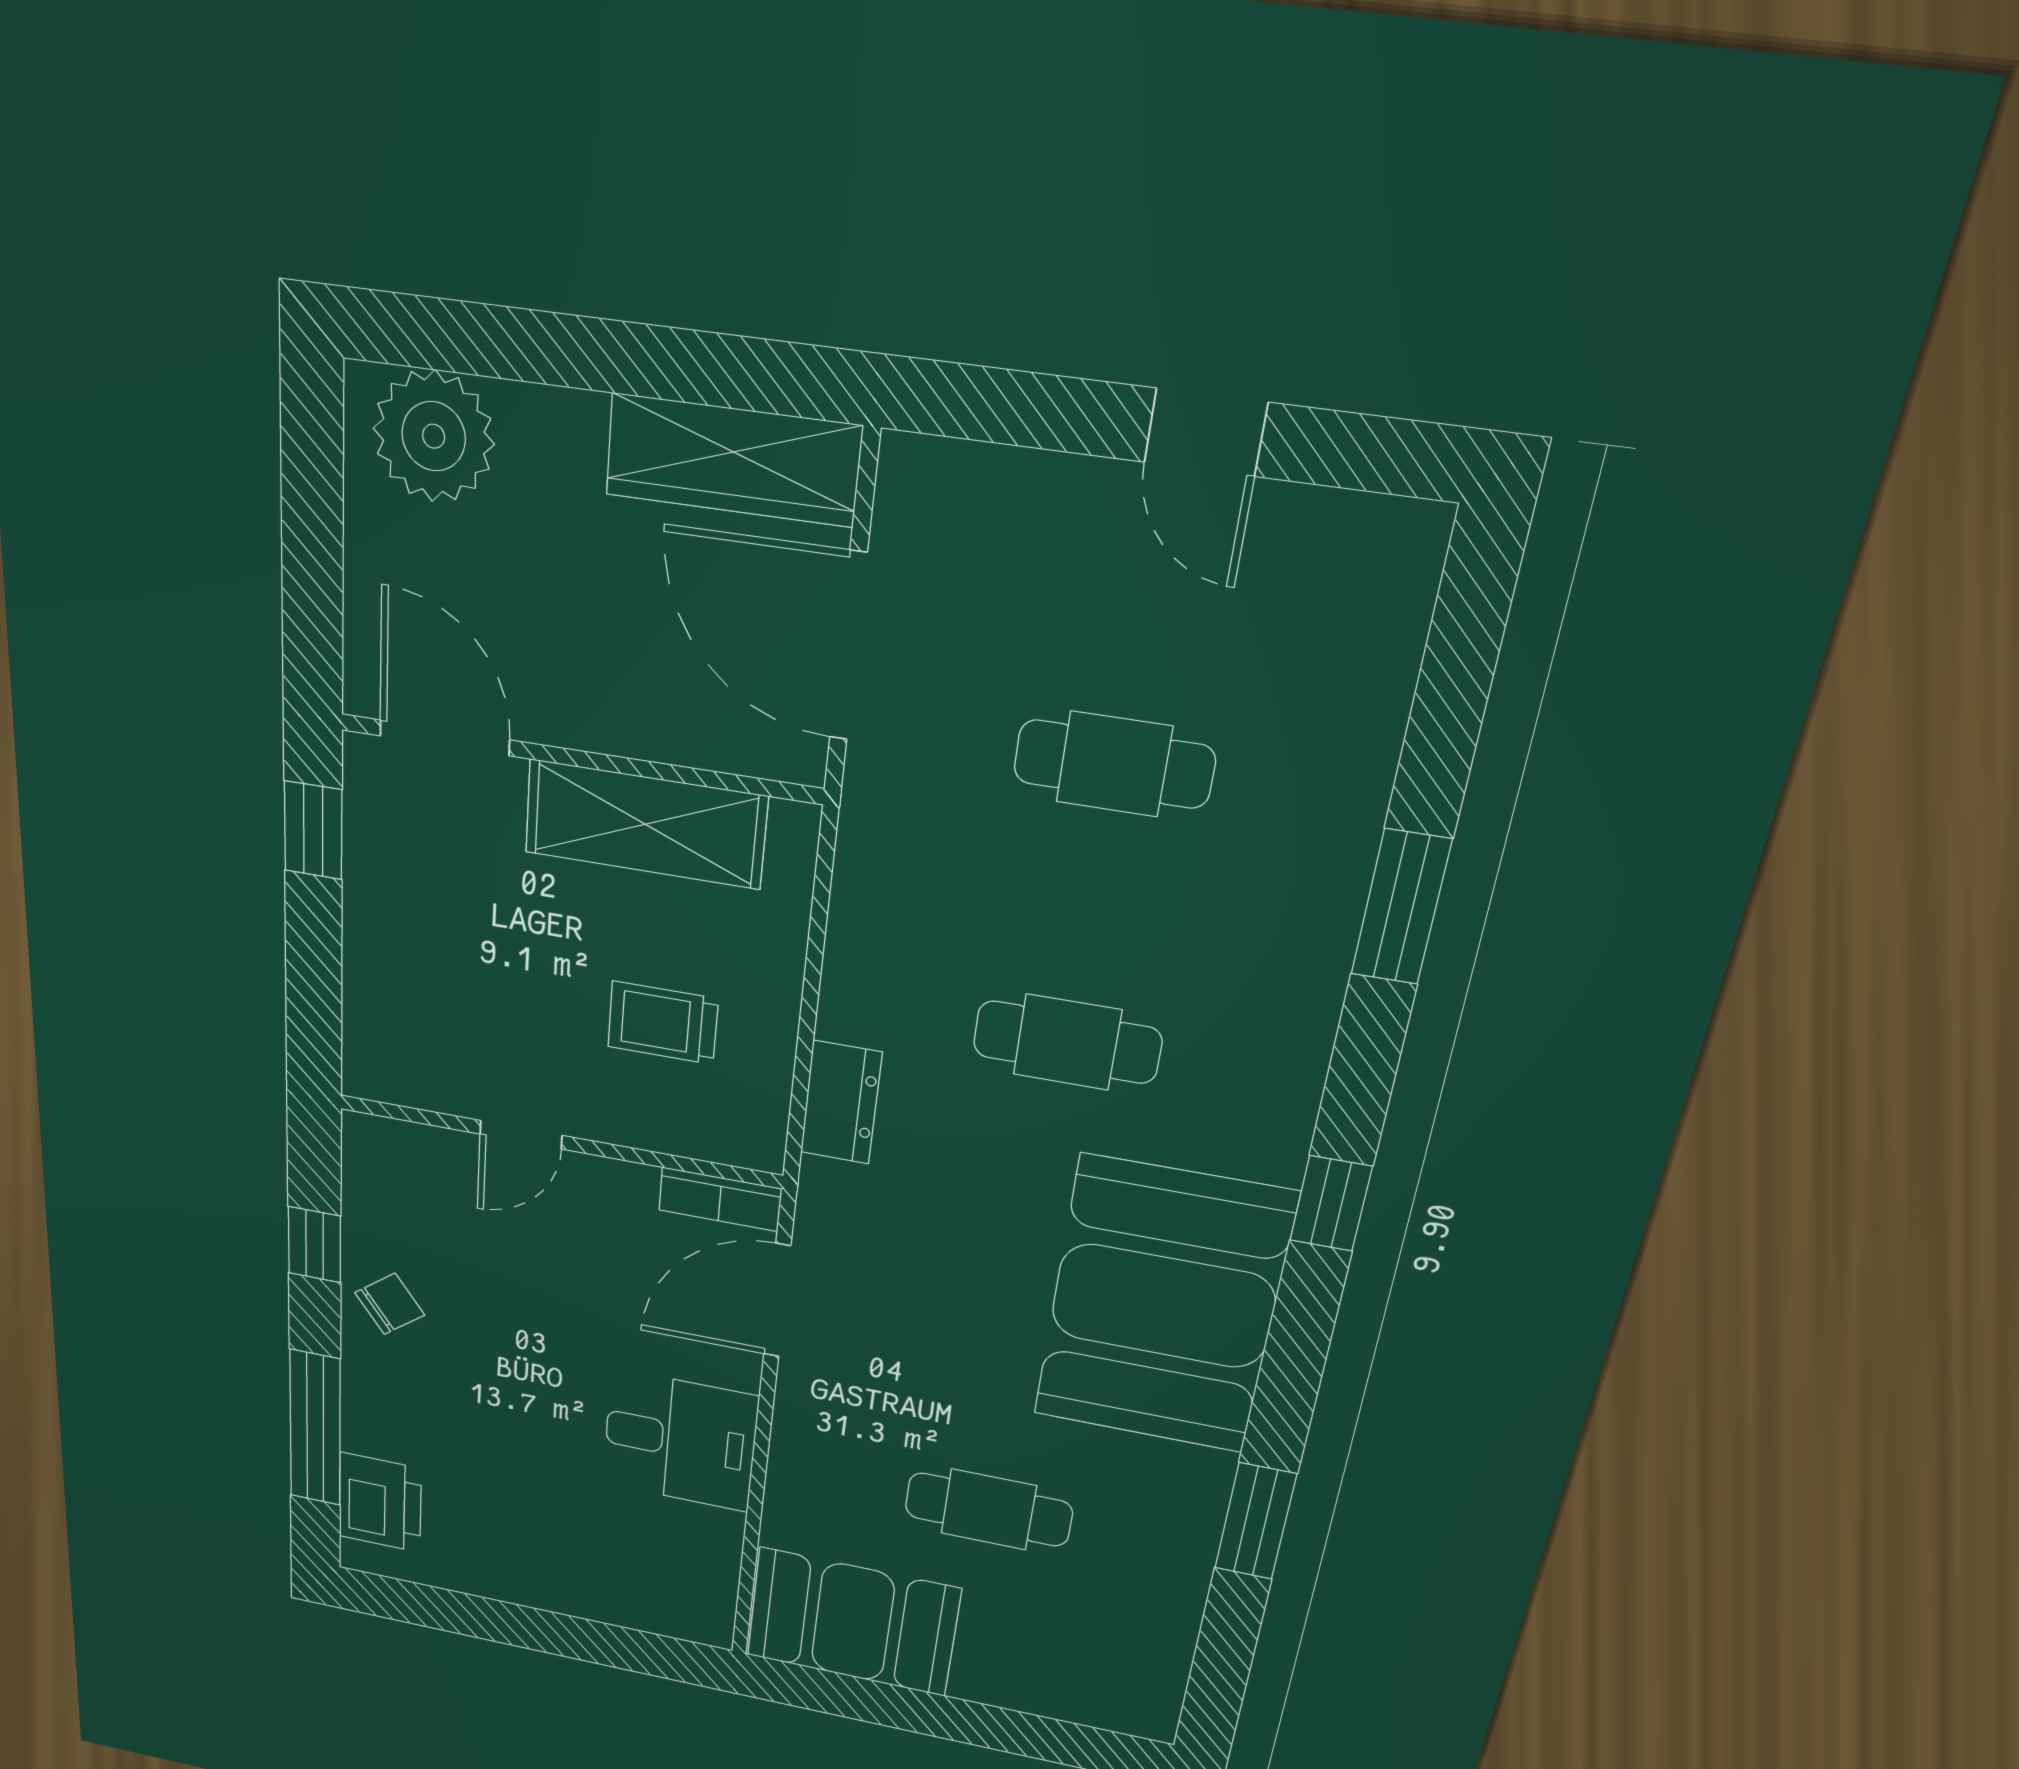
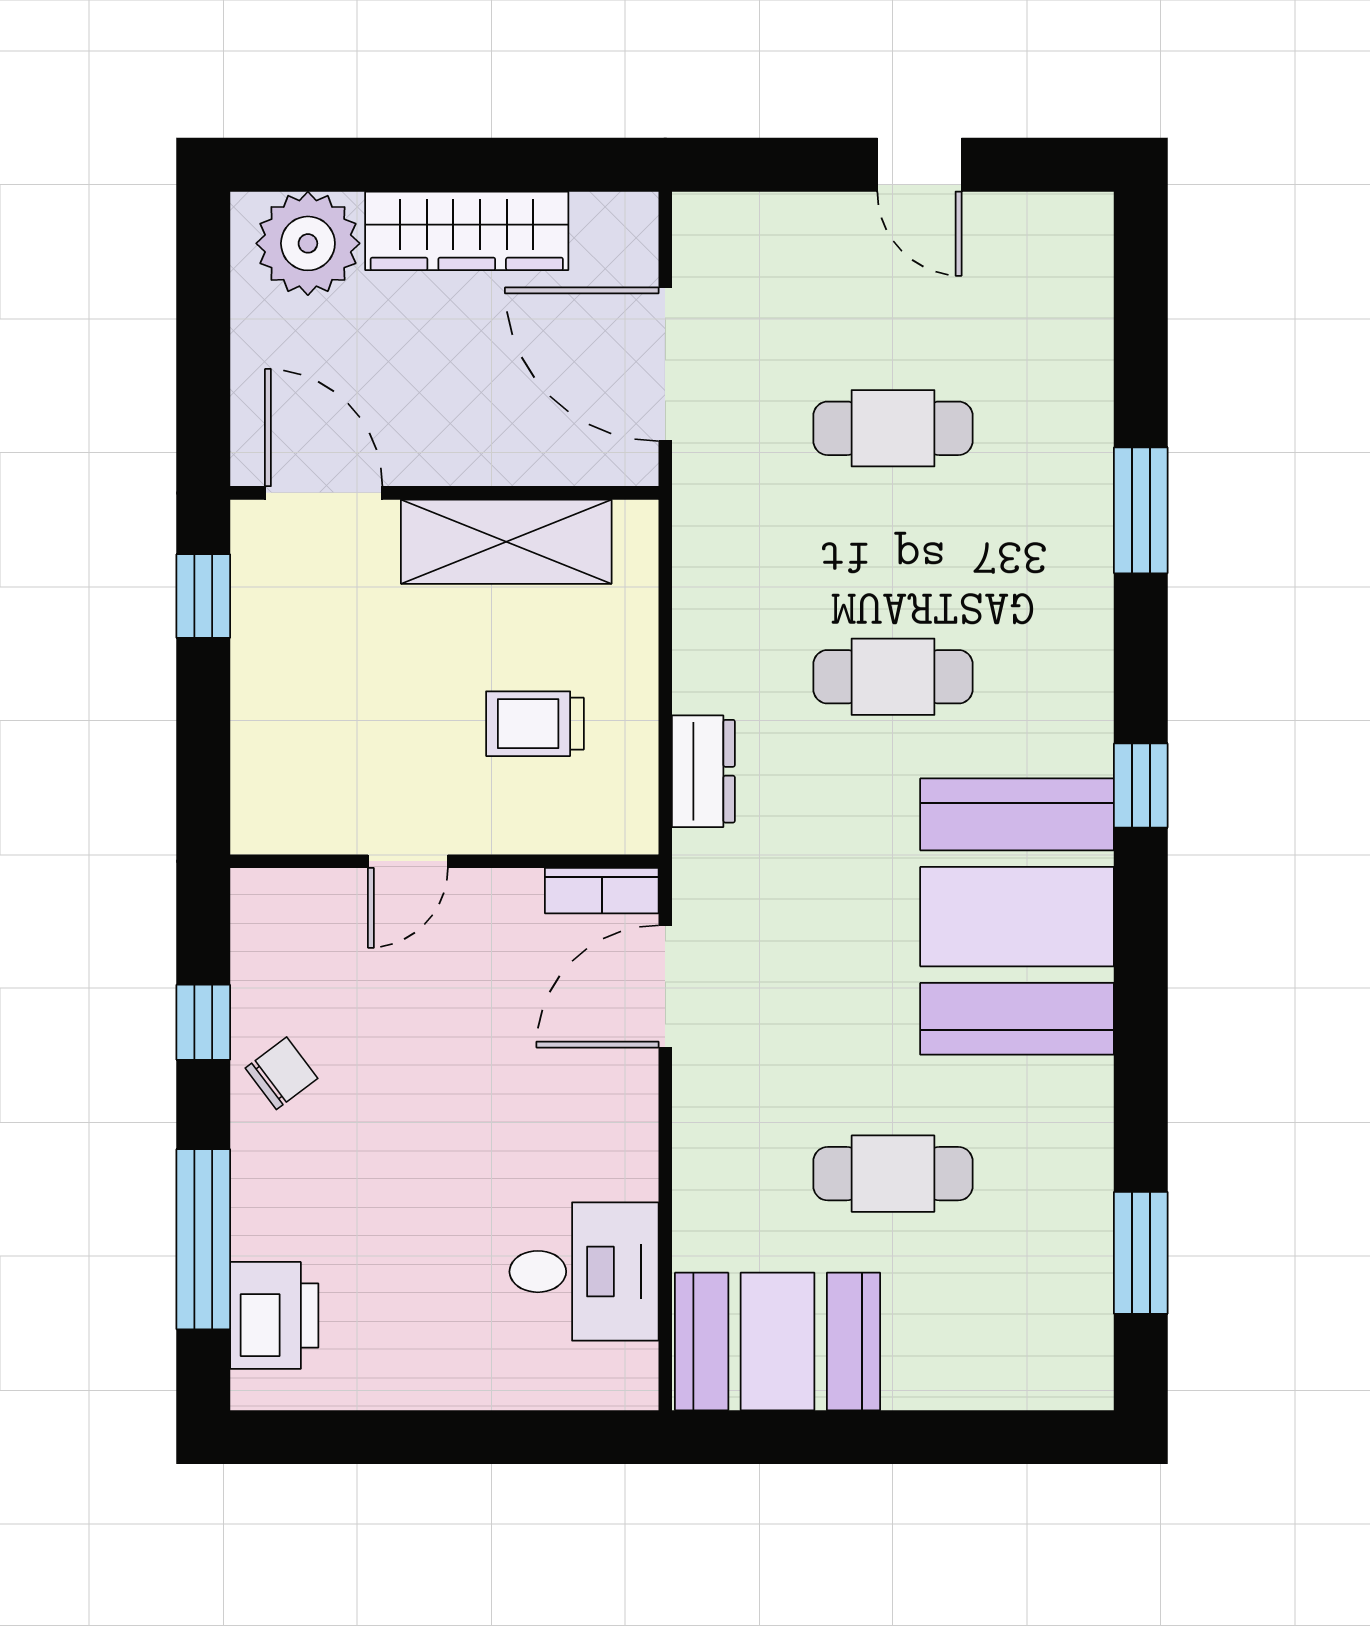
wardrobe: (733, 460) -> (467, 231), moved
desk: (680, 1440) -> (584, 1272), moved
window: (1256, 1521) -> (1141, 1253), moved

